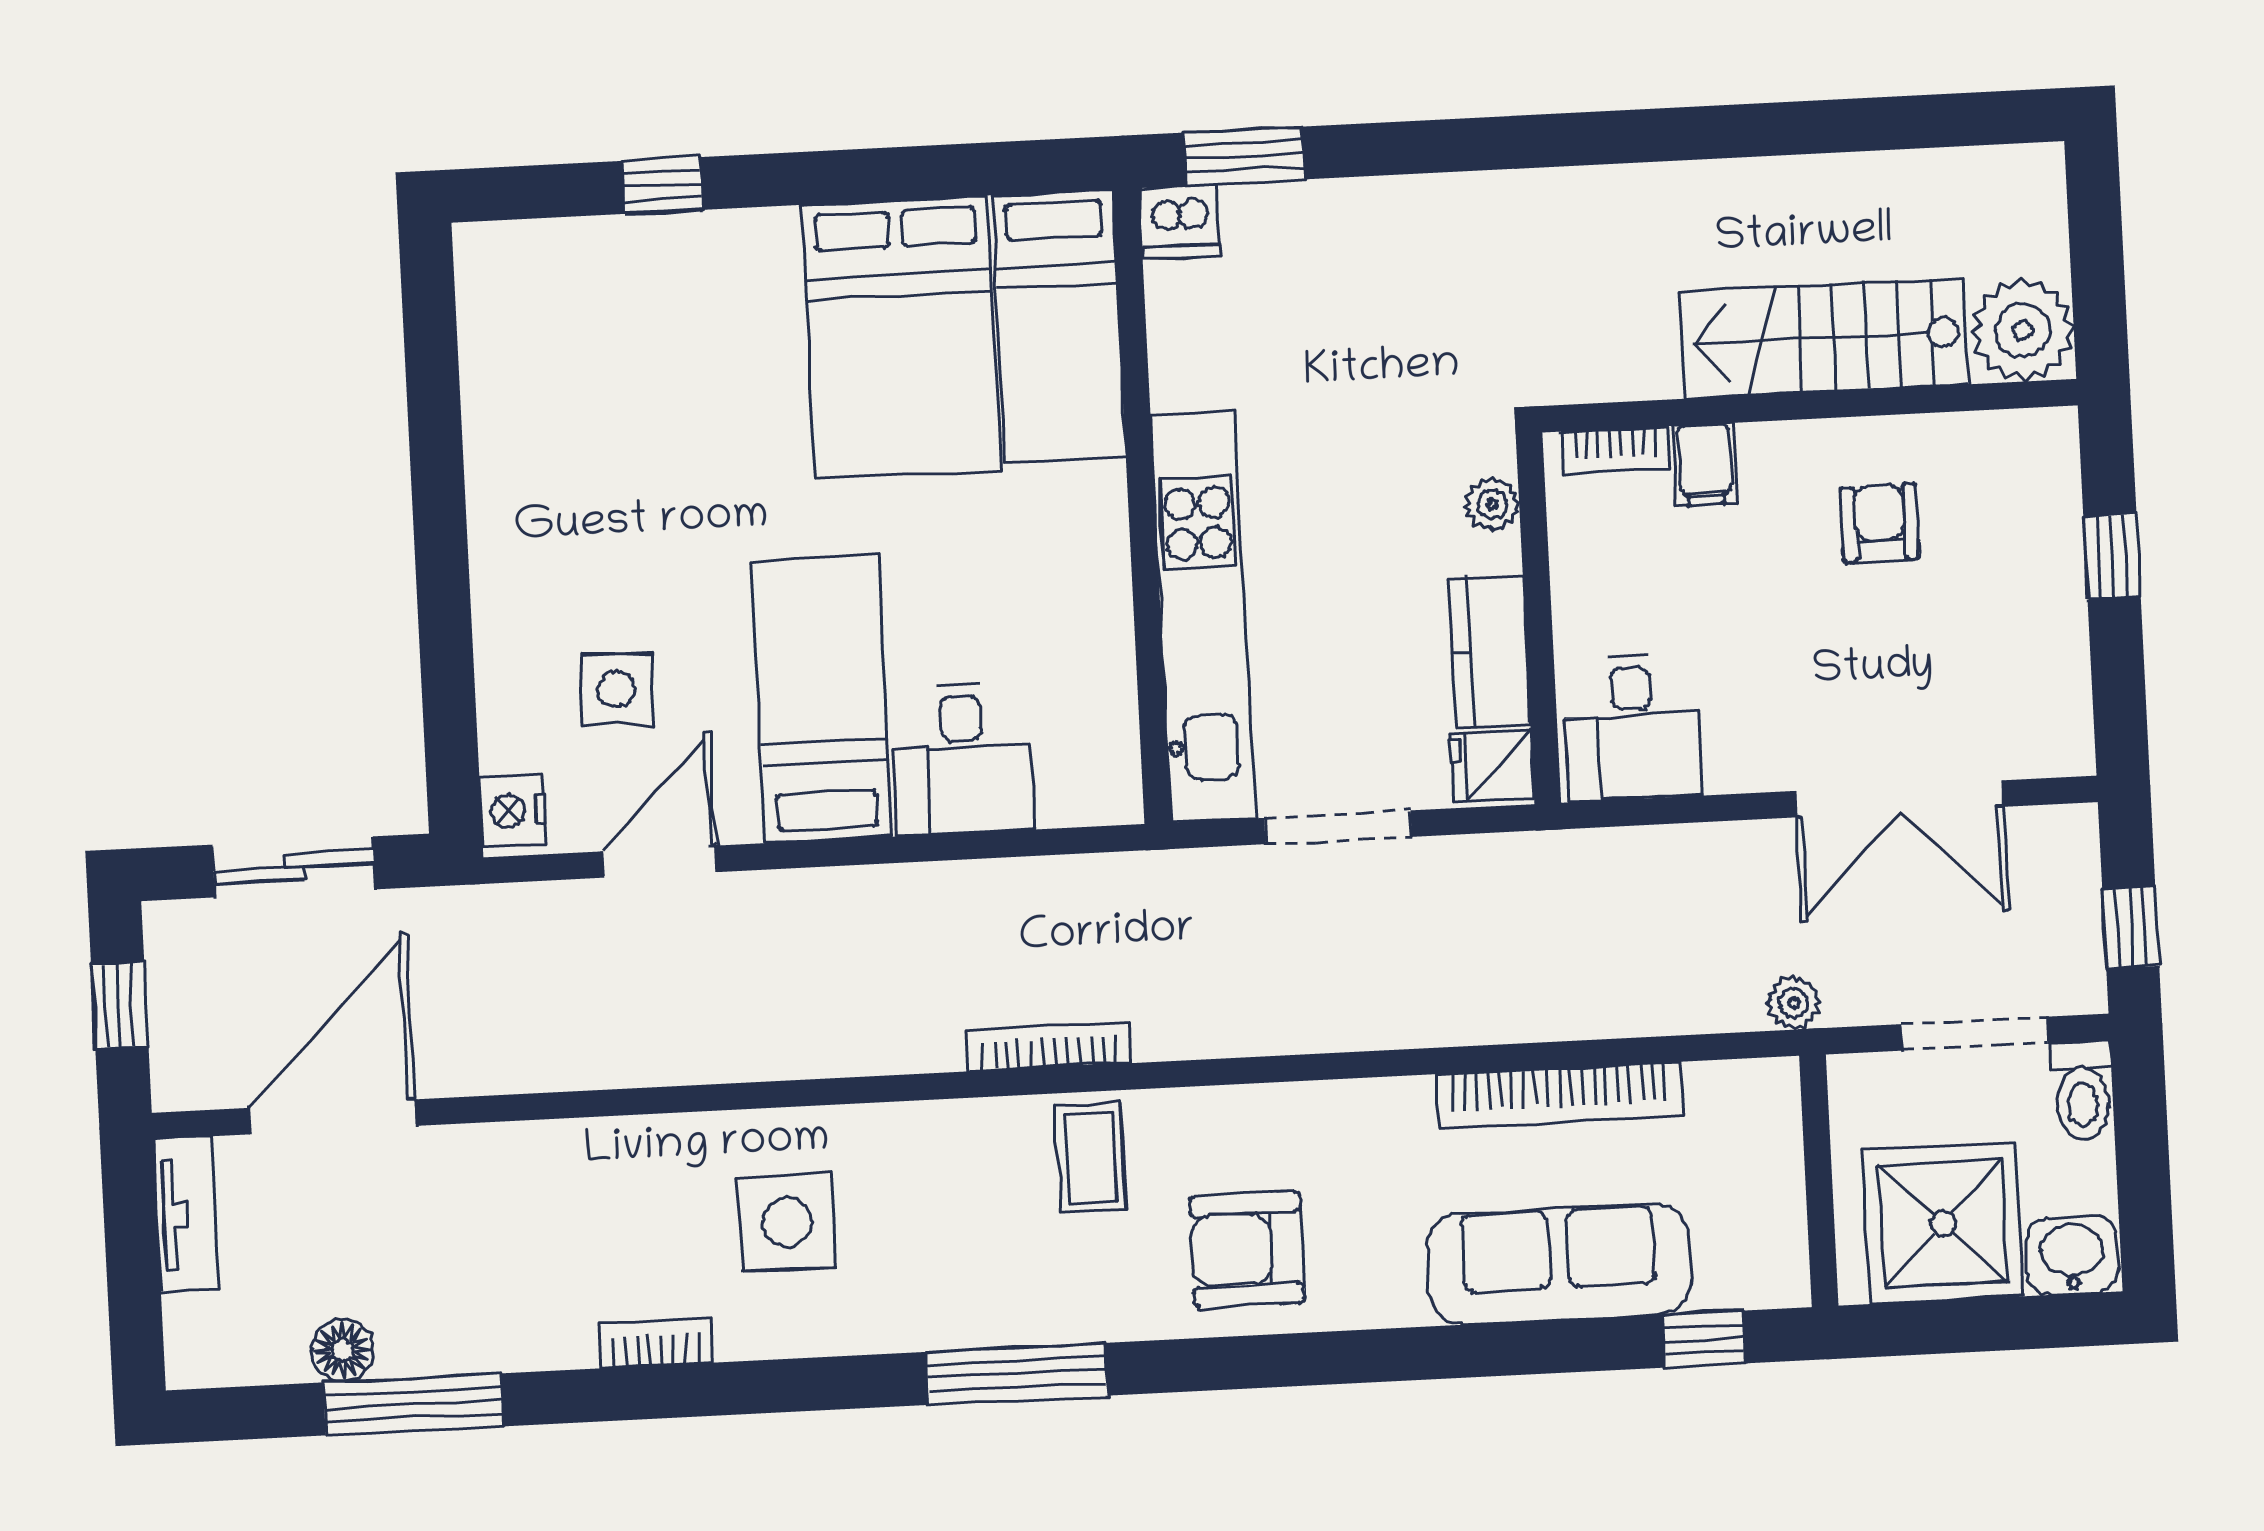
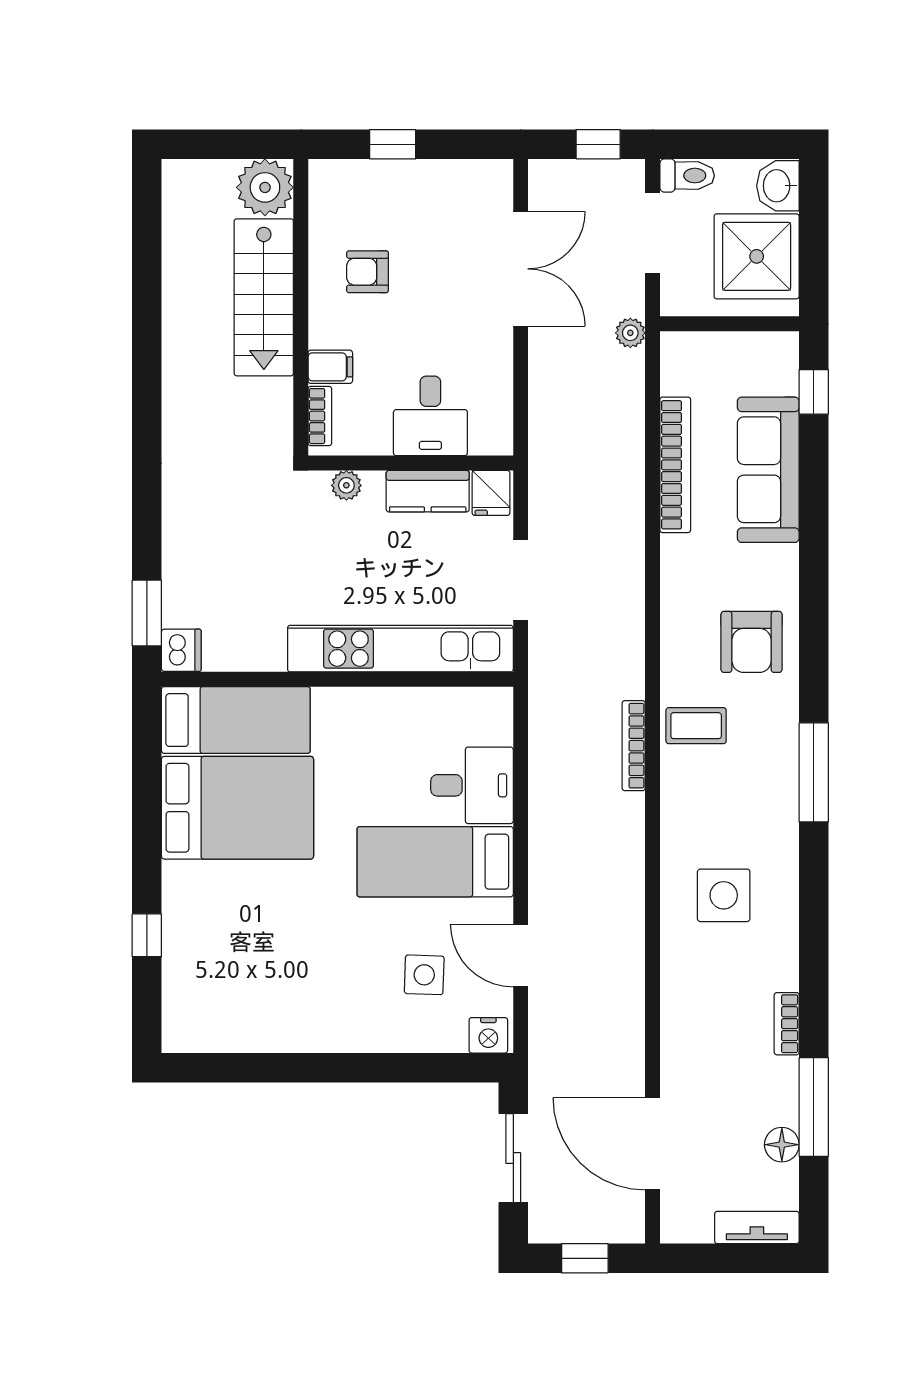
desk: (1633, 727) -> (430, 416), moved, turned 90
tv unit: (186, 1214) -> (757, 1227), moved
bookcase: (655, 1343) -> (787, 1024), moved

